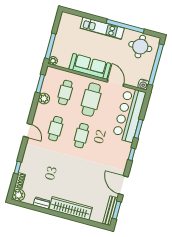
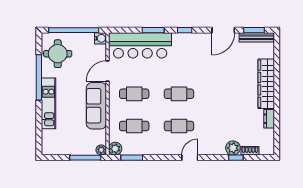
plant: (44, 99) -> (115, 149), moved
cafe table: (91, 100) -> (134, 94), width x0.73, depth x0.74
plant: (19, 195) -> (233, 148), moved

